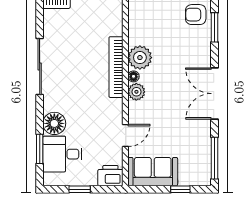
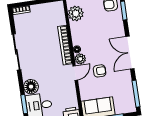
plant: (140, 58) -> (76, 13), moved
armchair: (164, 115) -> (100, 71), added
door: (125, 136) -> (75, 73), moved

